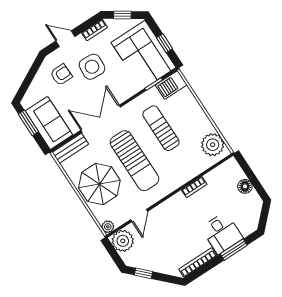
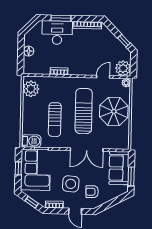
bench: (70, 148) -> (117, 144), removed
desk: (222, 233) -> (57, 33), width x1.37

